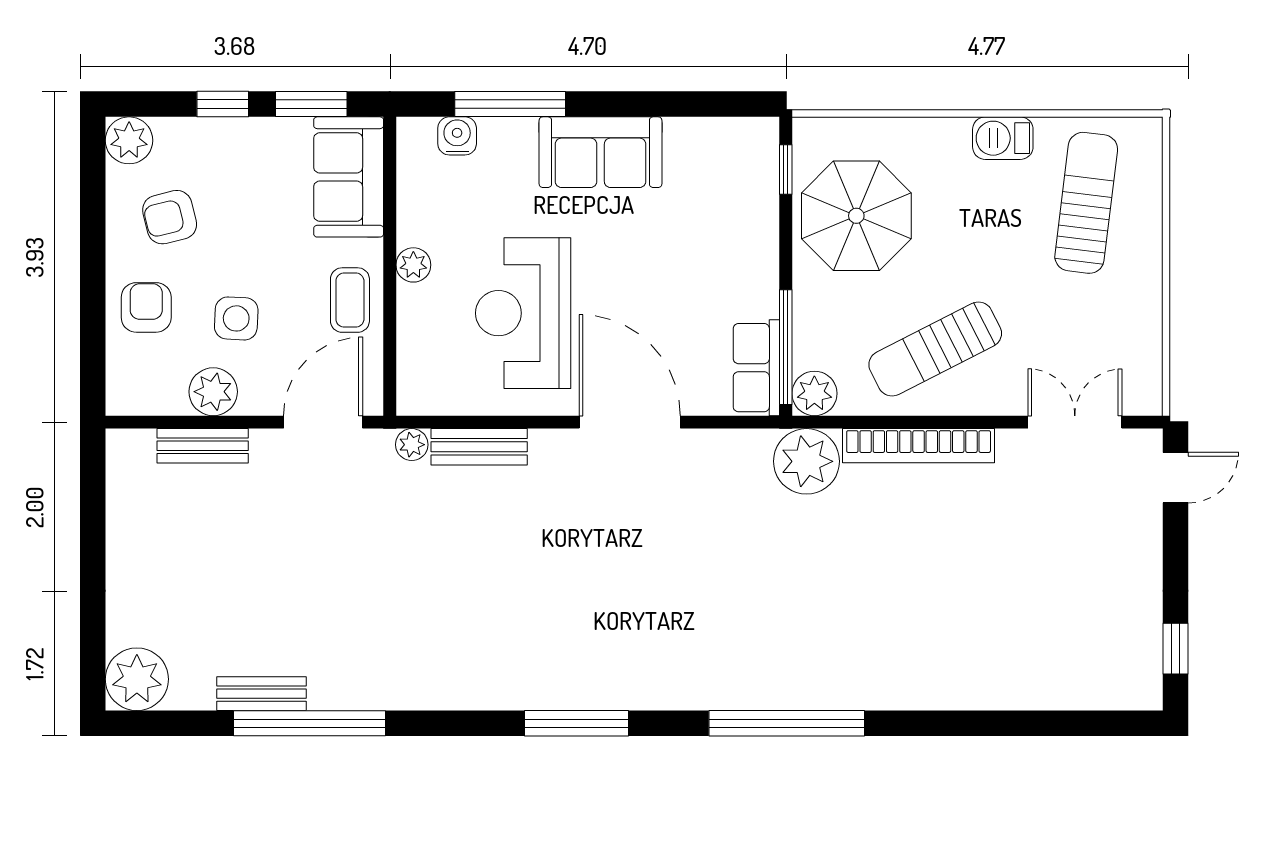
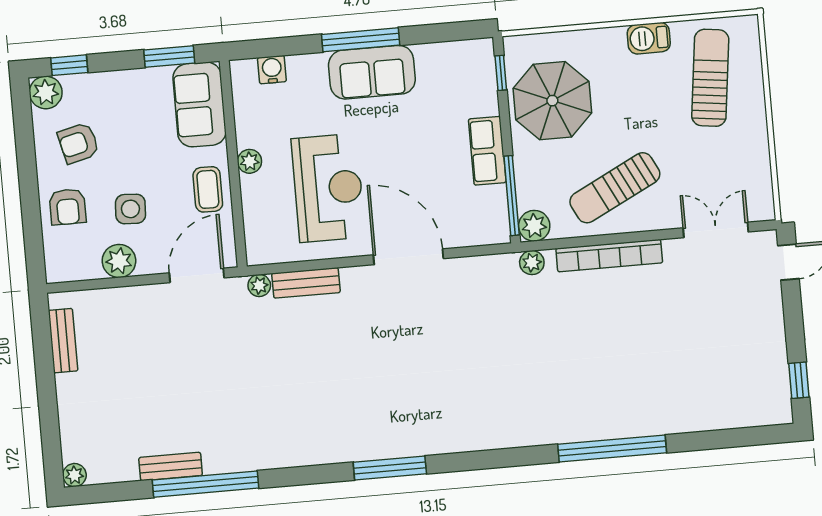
window: (223, 104) -> (69, 65), moved
window: (510, 104) -> (361, 40), moved
armchair: (146, 307) -> (68, 207), turned 180
reception desk: (523, 313) -> (328, 188), turned 180
row of seats: (756, 368) -> (487, 151), moved
bench: (203, 446) -> (63, 341), moved, turned 90
plant: (806, 461) -> (532, 263), width x0.53, depth x0.53
plant: (137, 679) -> (74, 475), width x0.53, depth x0.53
window: (787, 723) -> (612, 448), moved

